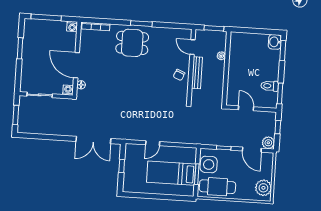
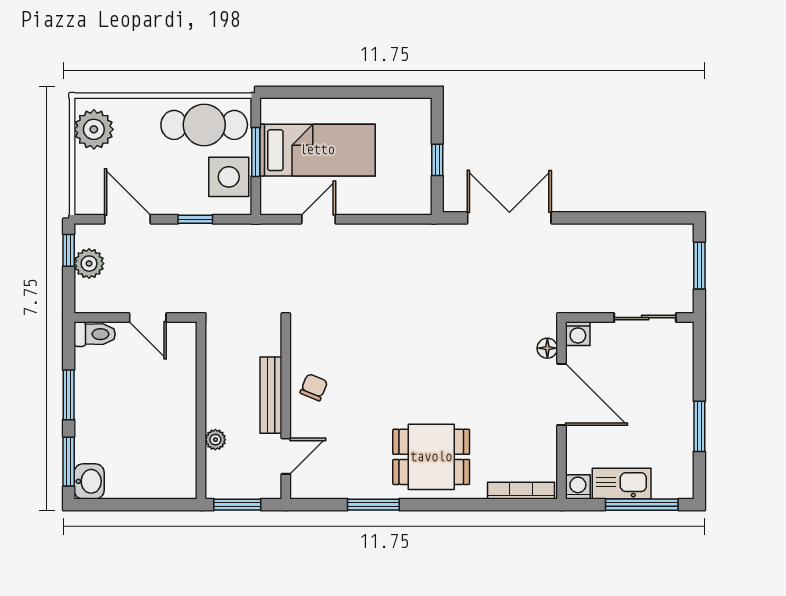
window: (141, 24) -> (373, 505), moved
kitchen sink: (54, 27) -> (622, 484), added
door: (193, 47) -> (286, 456), hinge flipped
toilet: (270, 86) -> (95, 334), moved
window: (280, 93) -> (69, 395), moved
window: (278, 127) -> (69, 250), moved
door: (153, 143) -> (318, 219), moved
plant: (268, 143) -> (89, 264), moved

